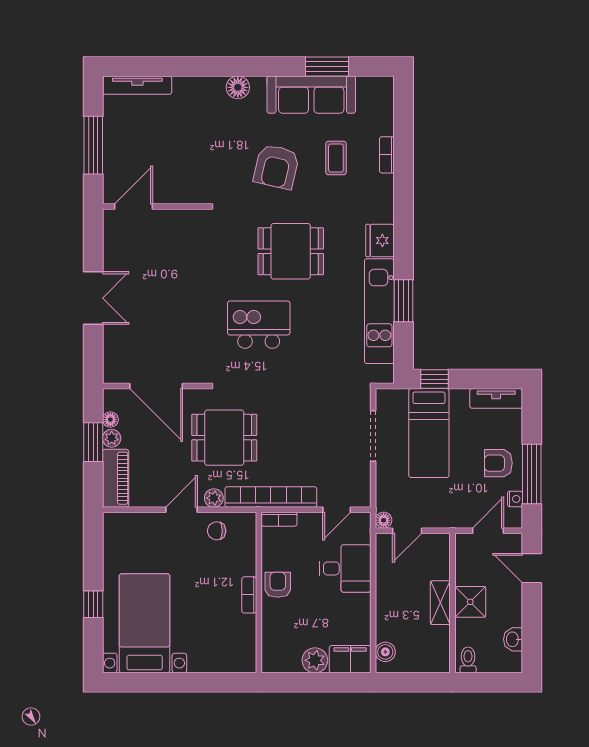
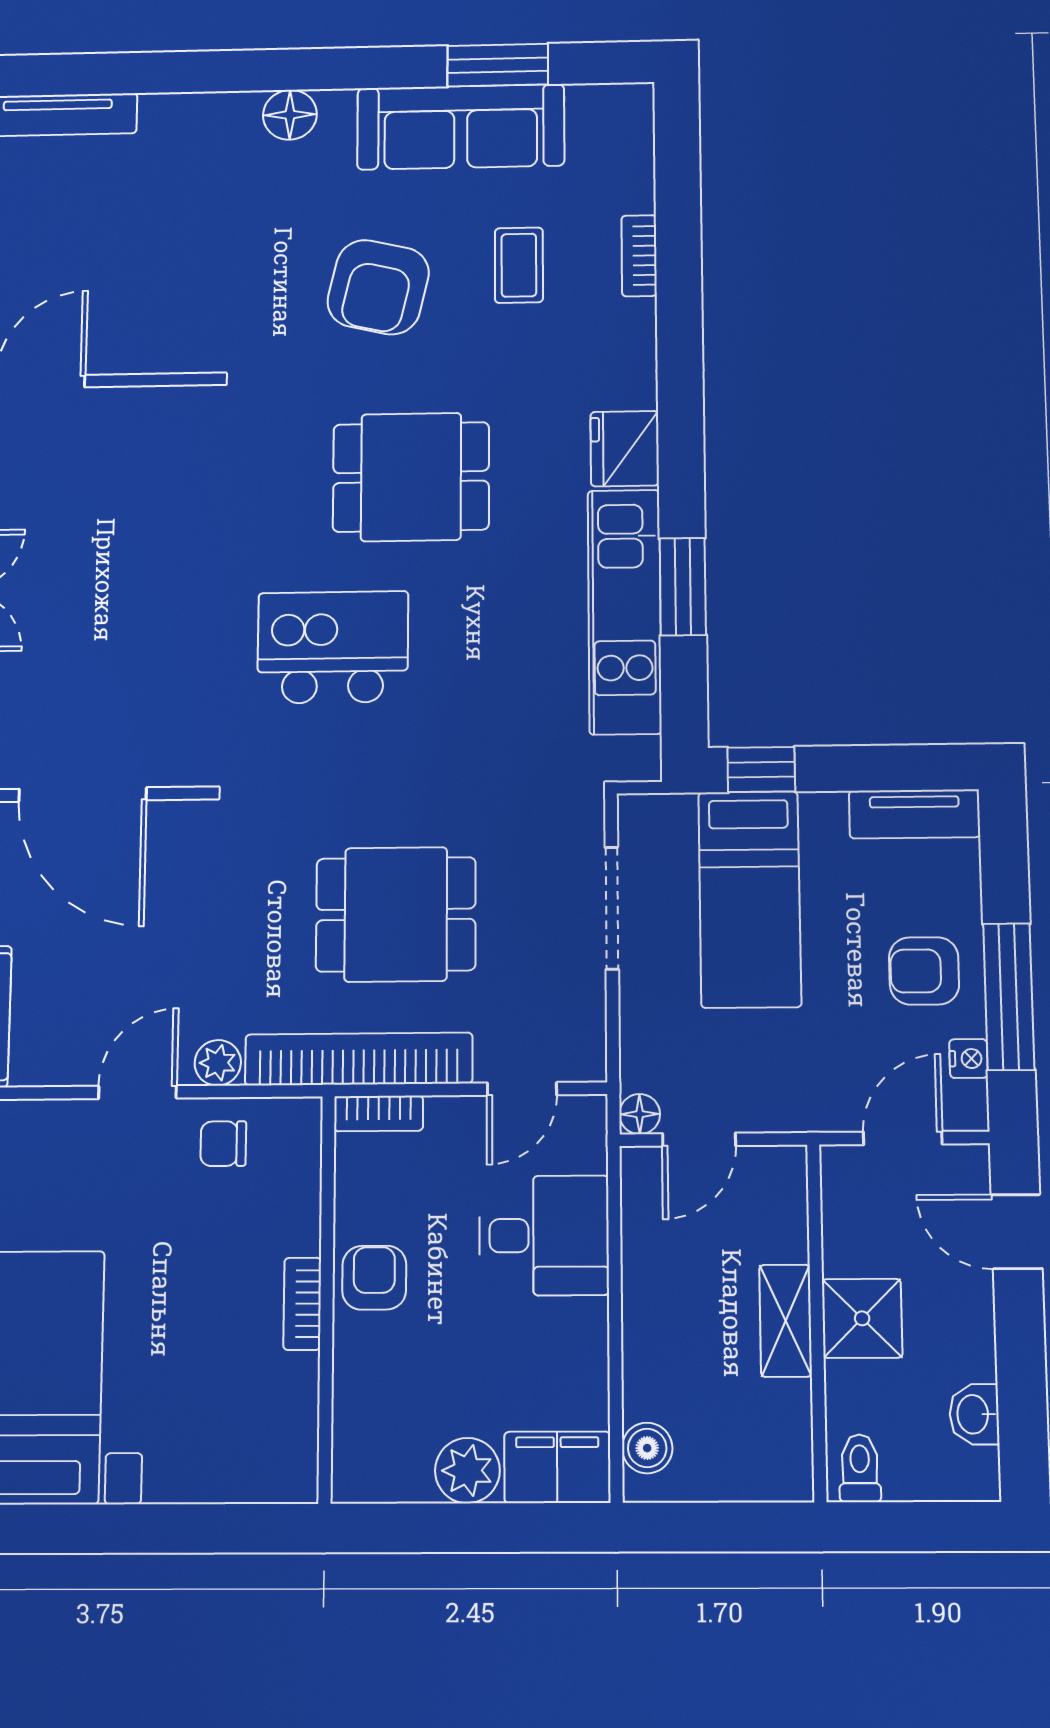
dining table: (224, 438) -> (396, 914), moved

